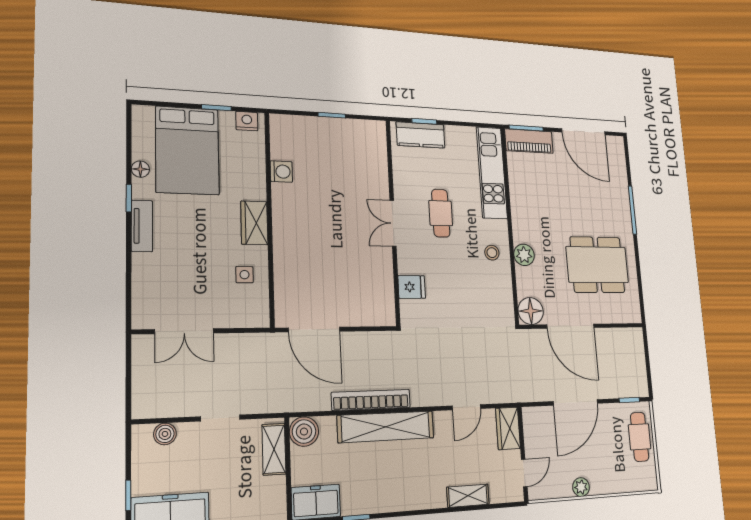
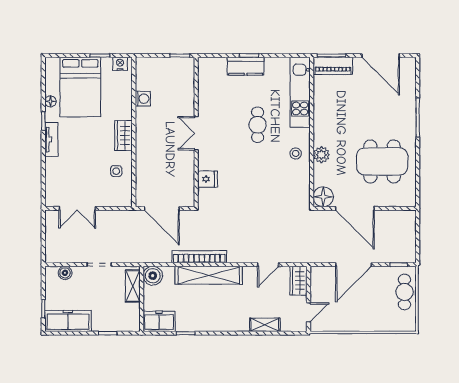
wall: (393, 221) -> (196, 132), moved
double door: (393, 223) -> (196, 133), moved
fridge: (412, 287) -> (208, 179), moved
plant: (581, 487) -> (352, 325), removed

